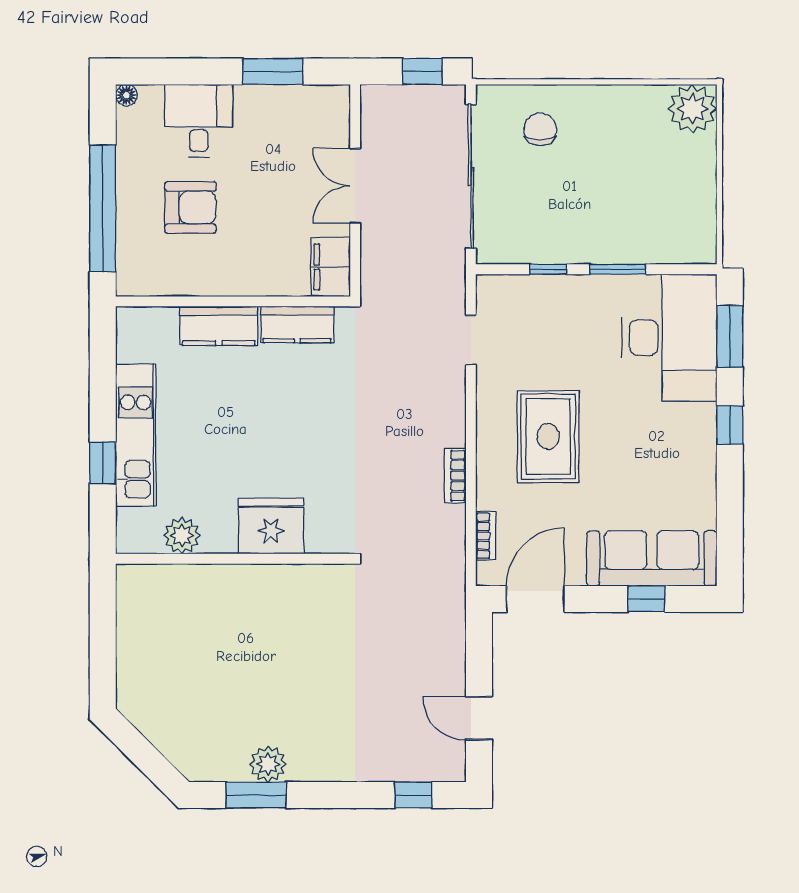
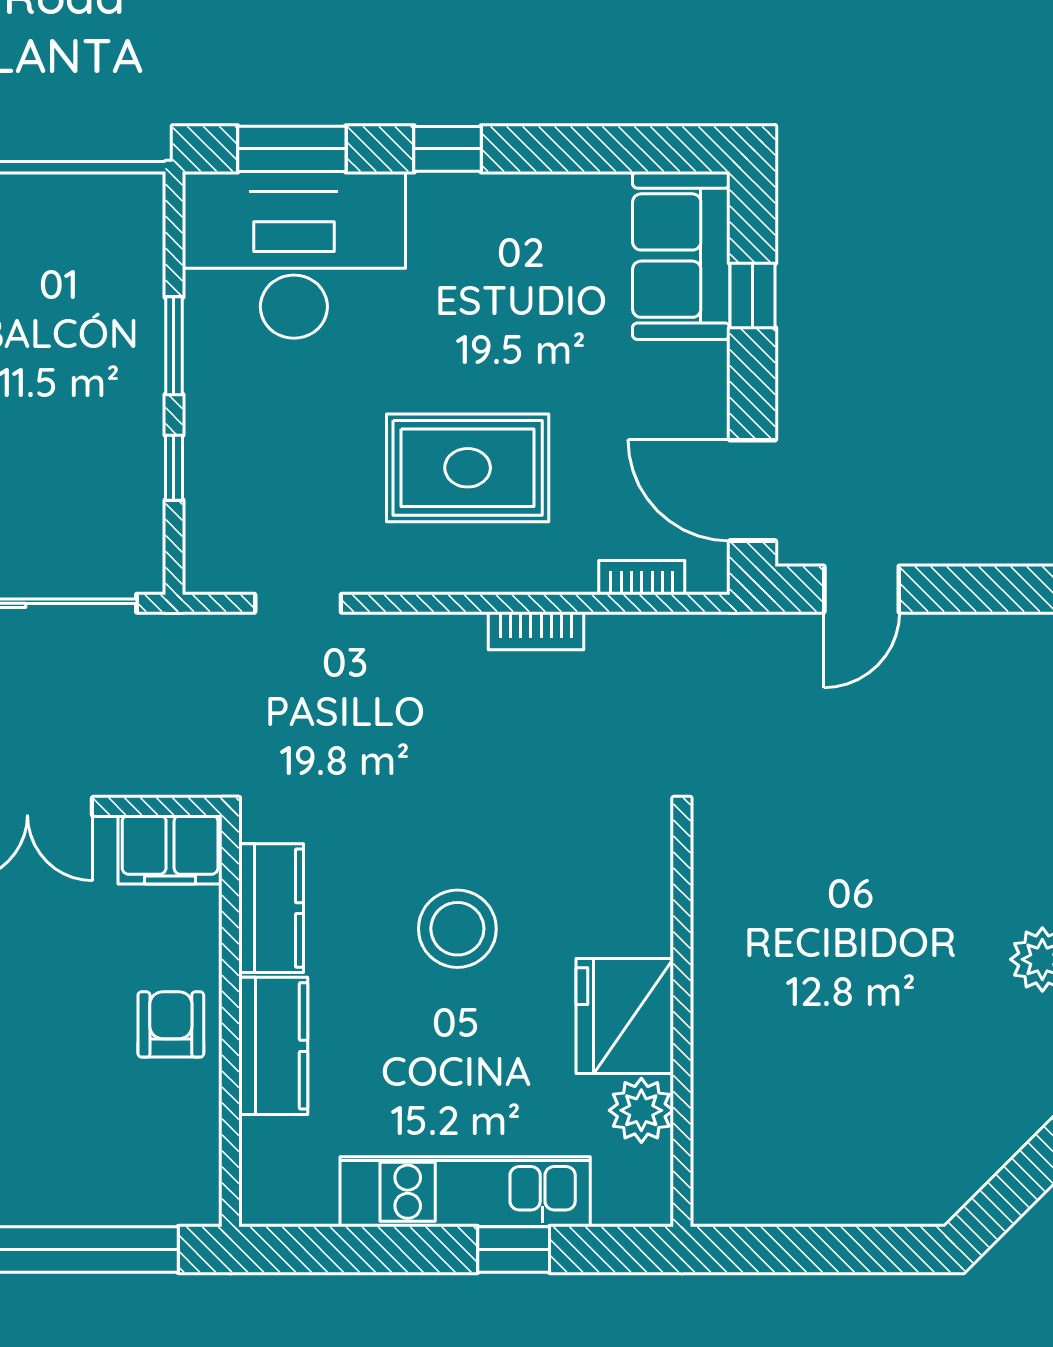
armchair: (190, 208) -> (171, 1024), moved, width x0.72, depth x0.72
stool: (285, 431) -> (457, 929), added
fridge: (271, 526) -> (625, 1016), moved
sofa: (652, 558) -> (681, 256), width x0.73
door: (479, 718) -> (862, 589), moved

